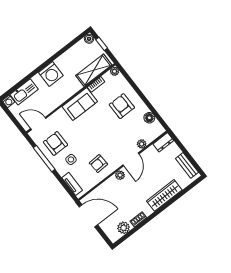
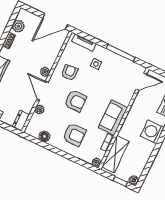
armchair: (55, 143) -> (75, 101), moved

